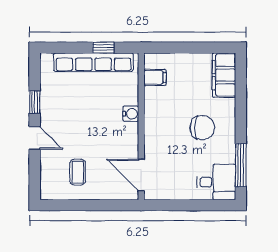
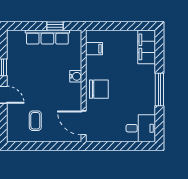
row of seats: (93, 62) -> (47, 37), width x0.73
chair: (202, 128) -> (99, 89), moved
window: (241, 165) -> (159, 90), moved

